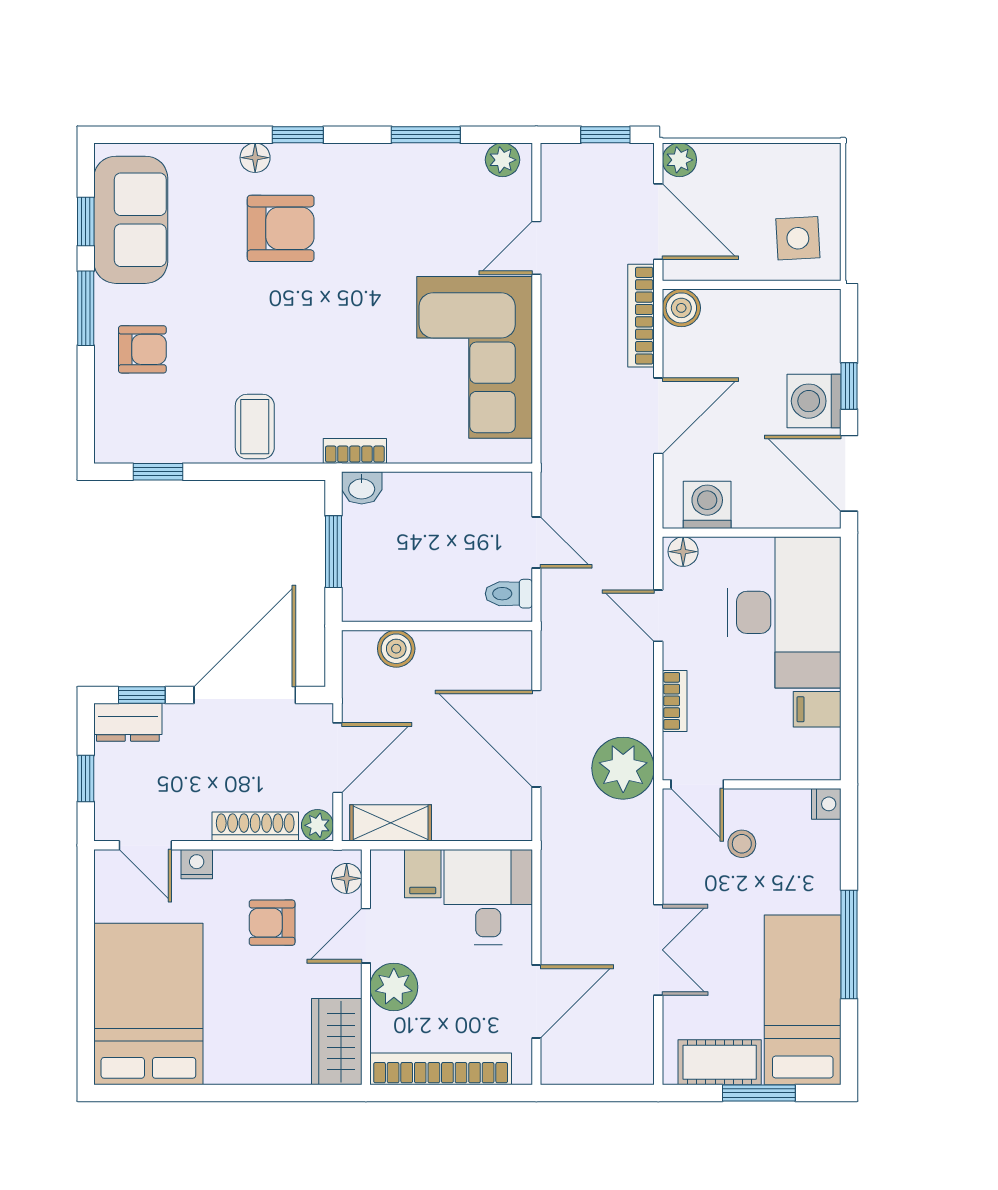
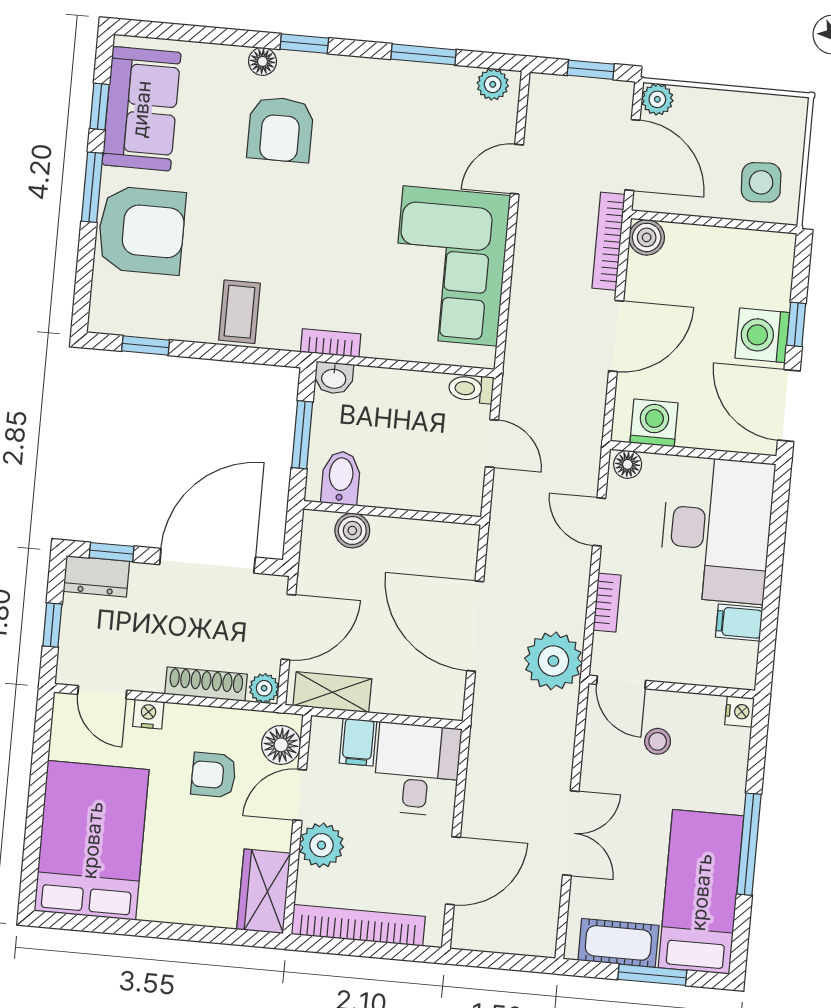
armchair: (281, 228) -> (280, 129), turned 90
armchair: (142, 349) -> (141, 230), width x1.88, depth x1.88
bidet: (379, 594) -> (341, 478), added
toilet: (509, 594) -> (471, 389), moved
floor lamp: (347, 878) -> (281, 745), width x1.37, depth x1.37

